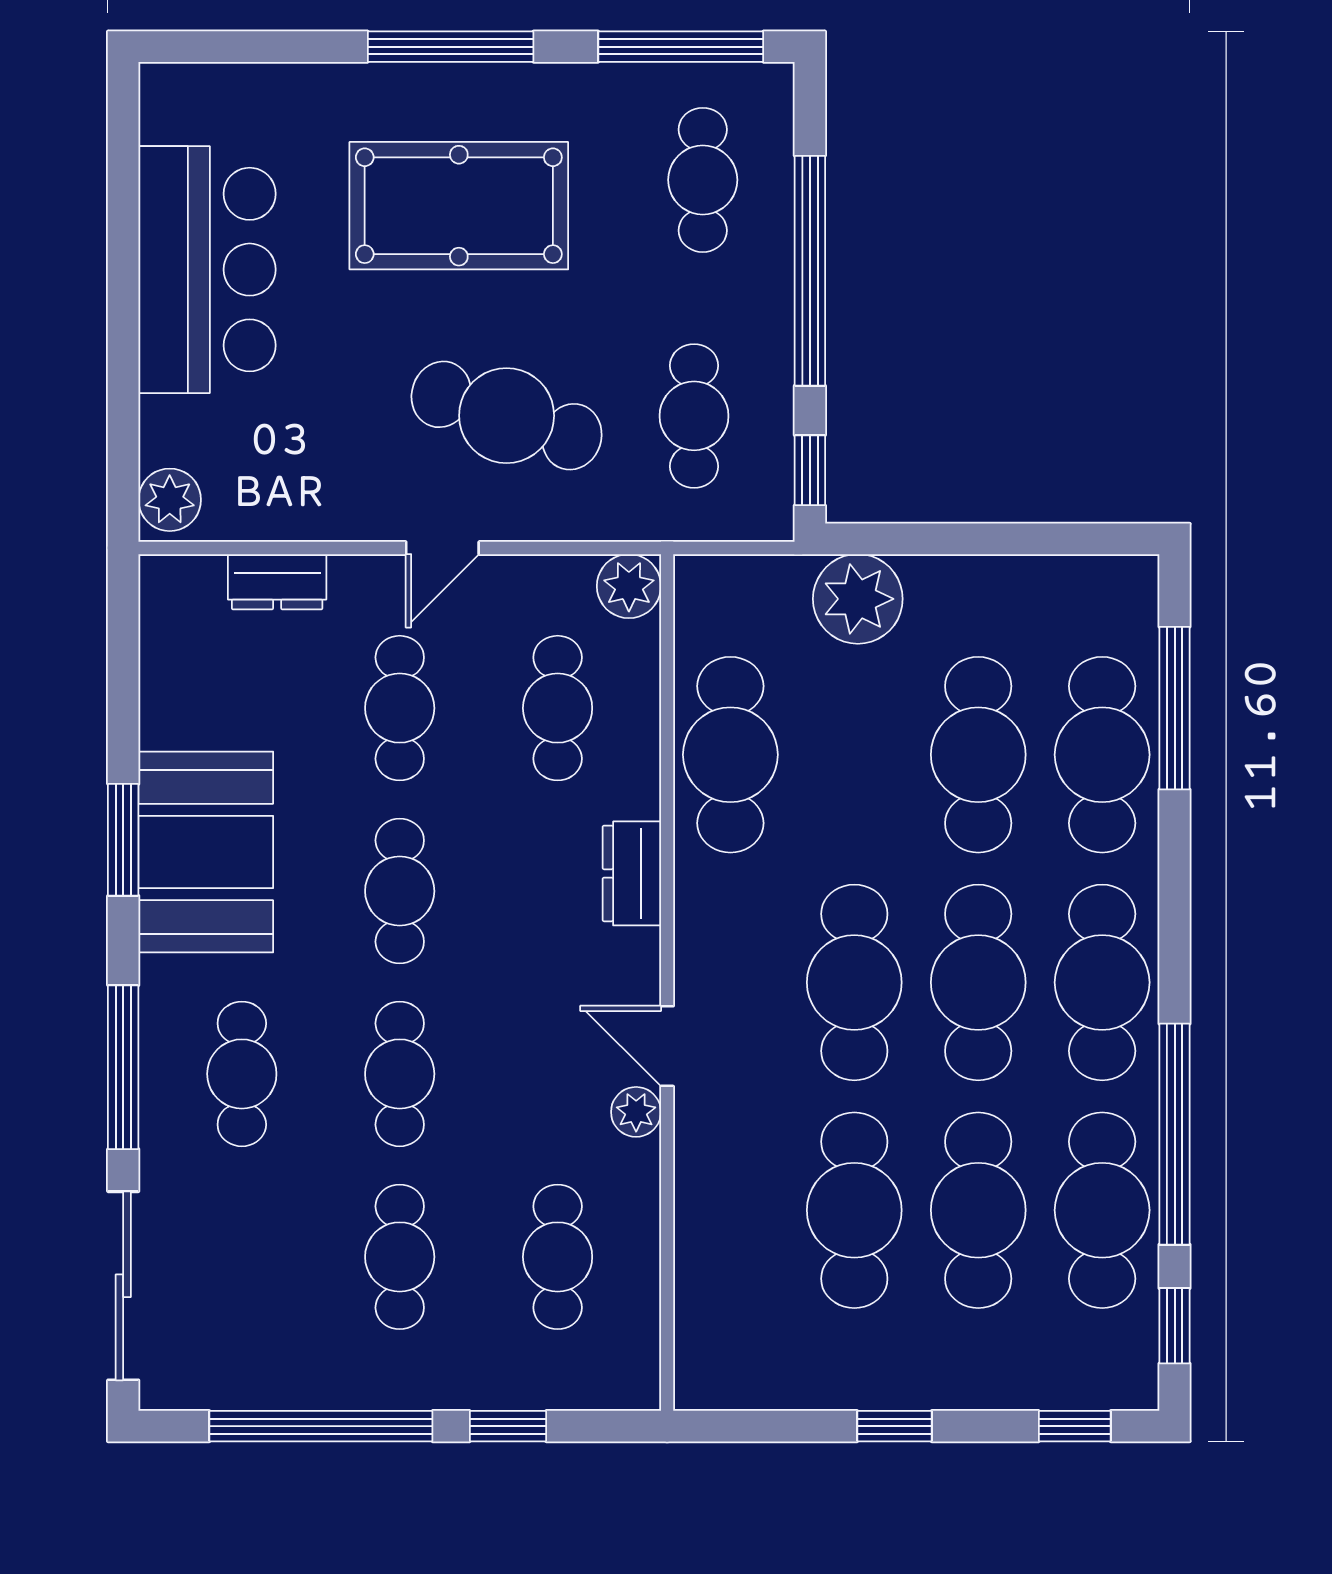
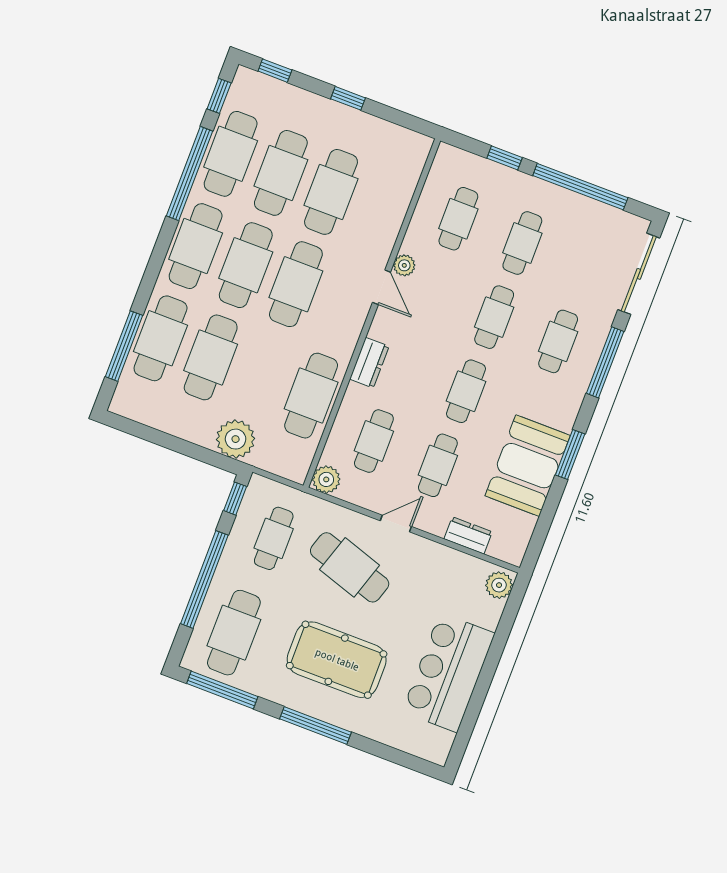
cafe table: (703, 180) -> (234, 633), width x1.37, depth x1.35
booth: (206, 852) -> (528, 466), moved

